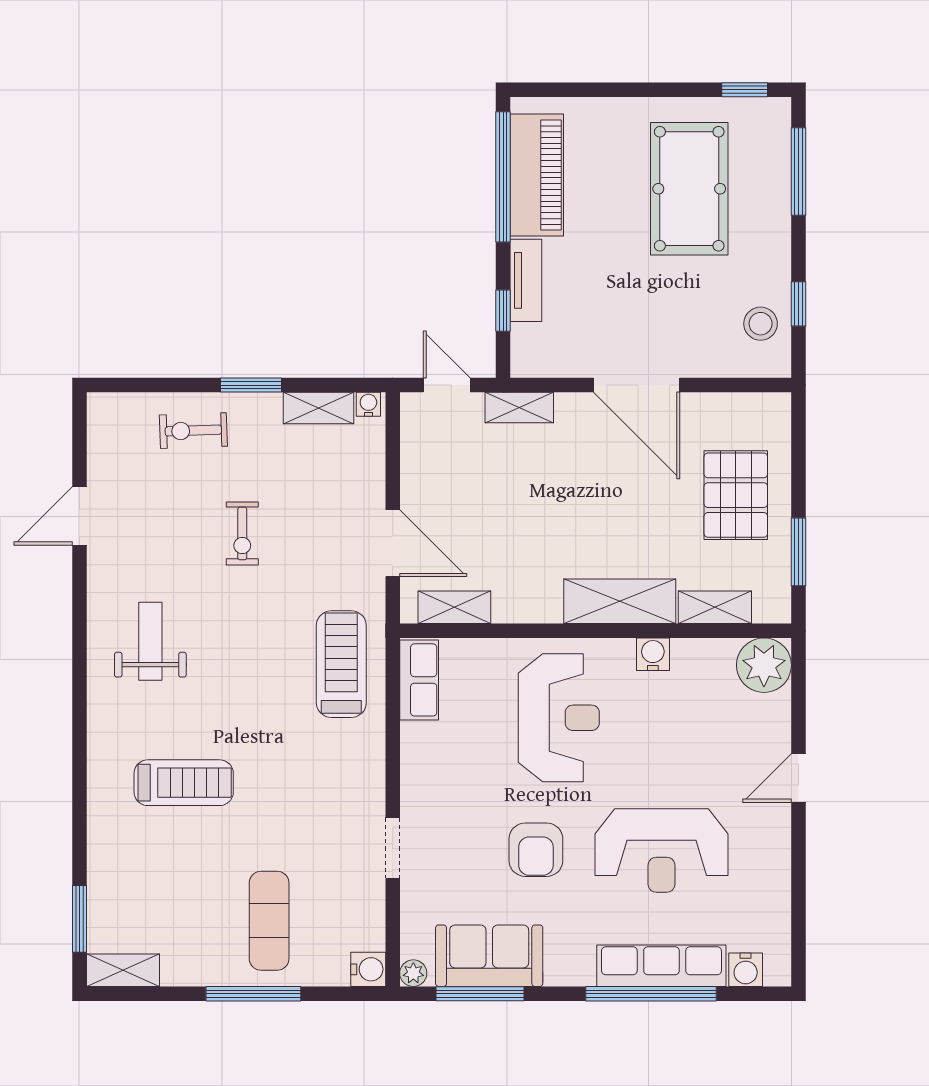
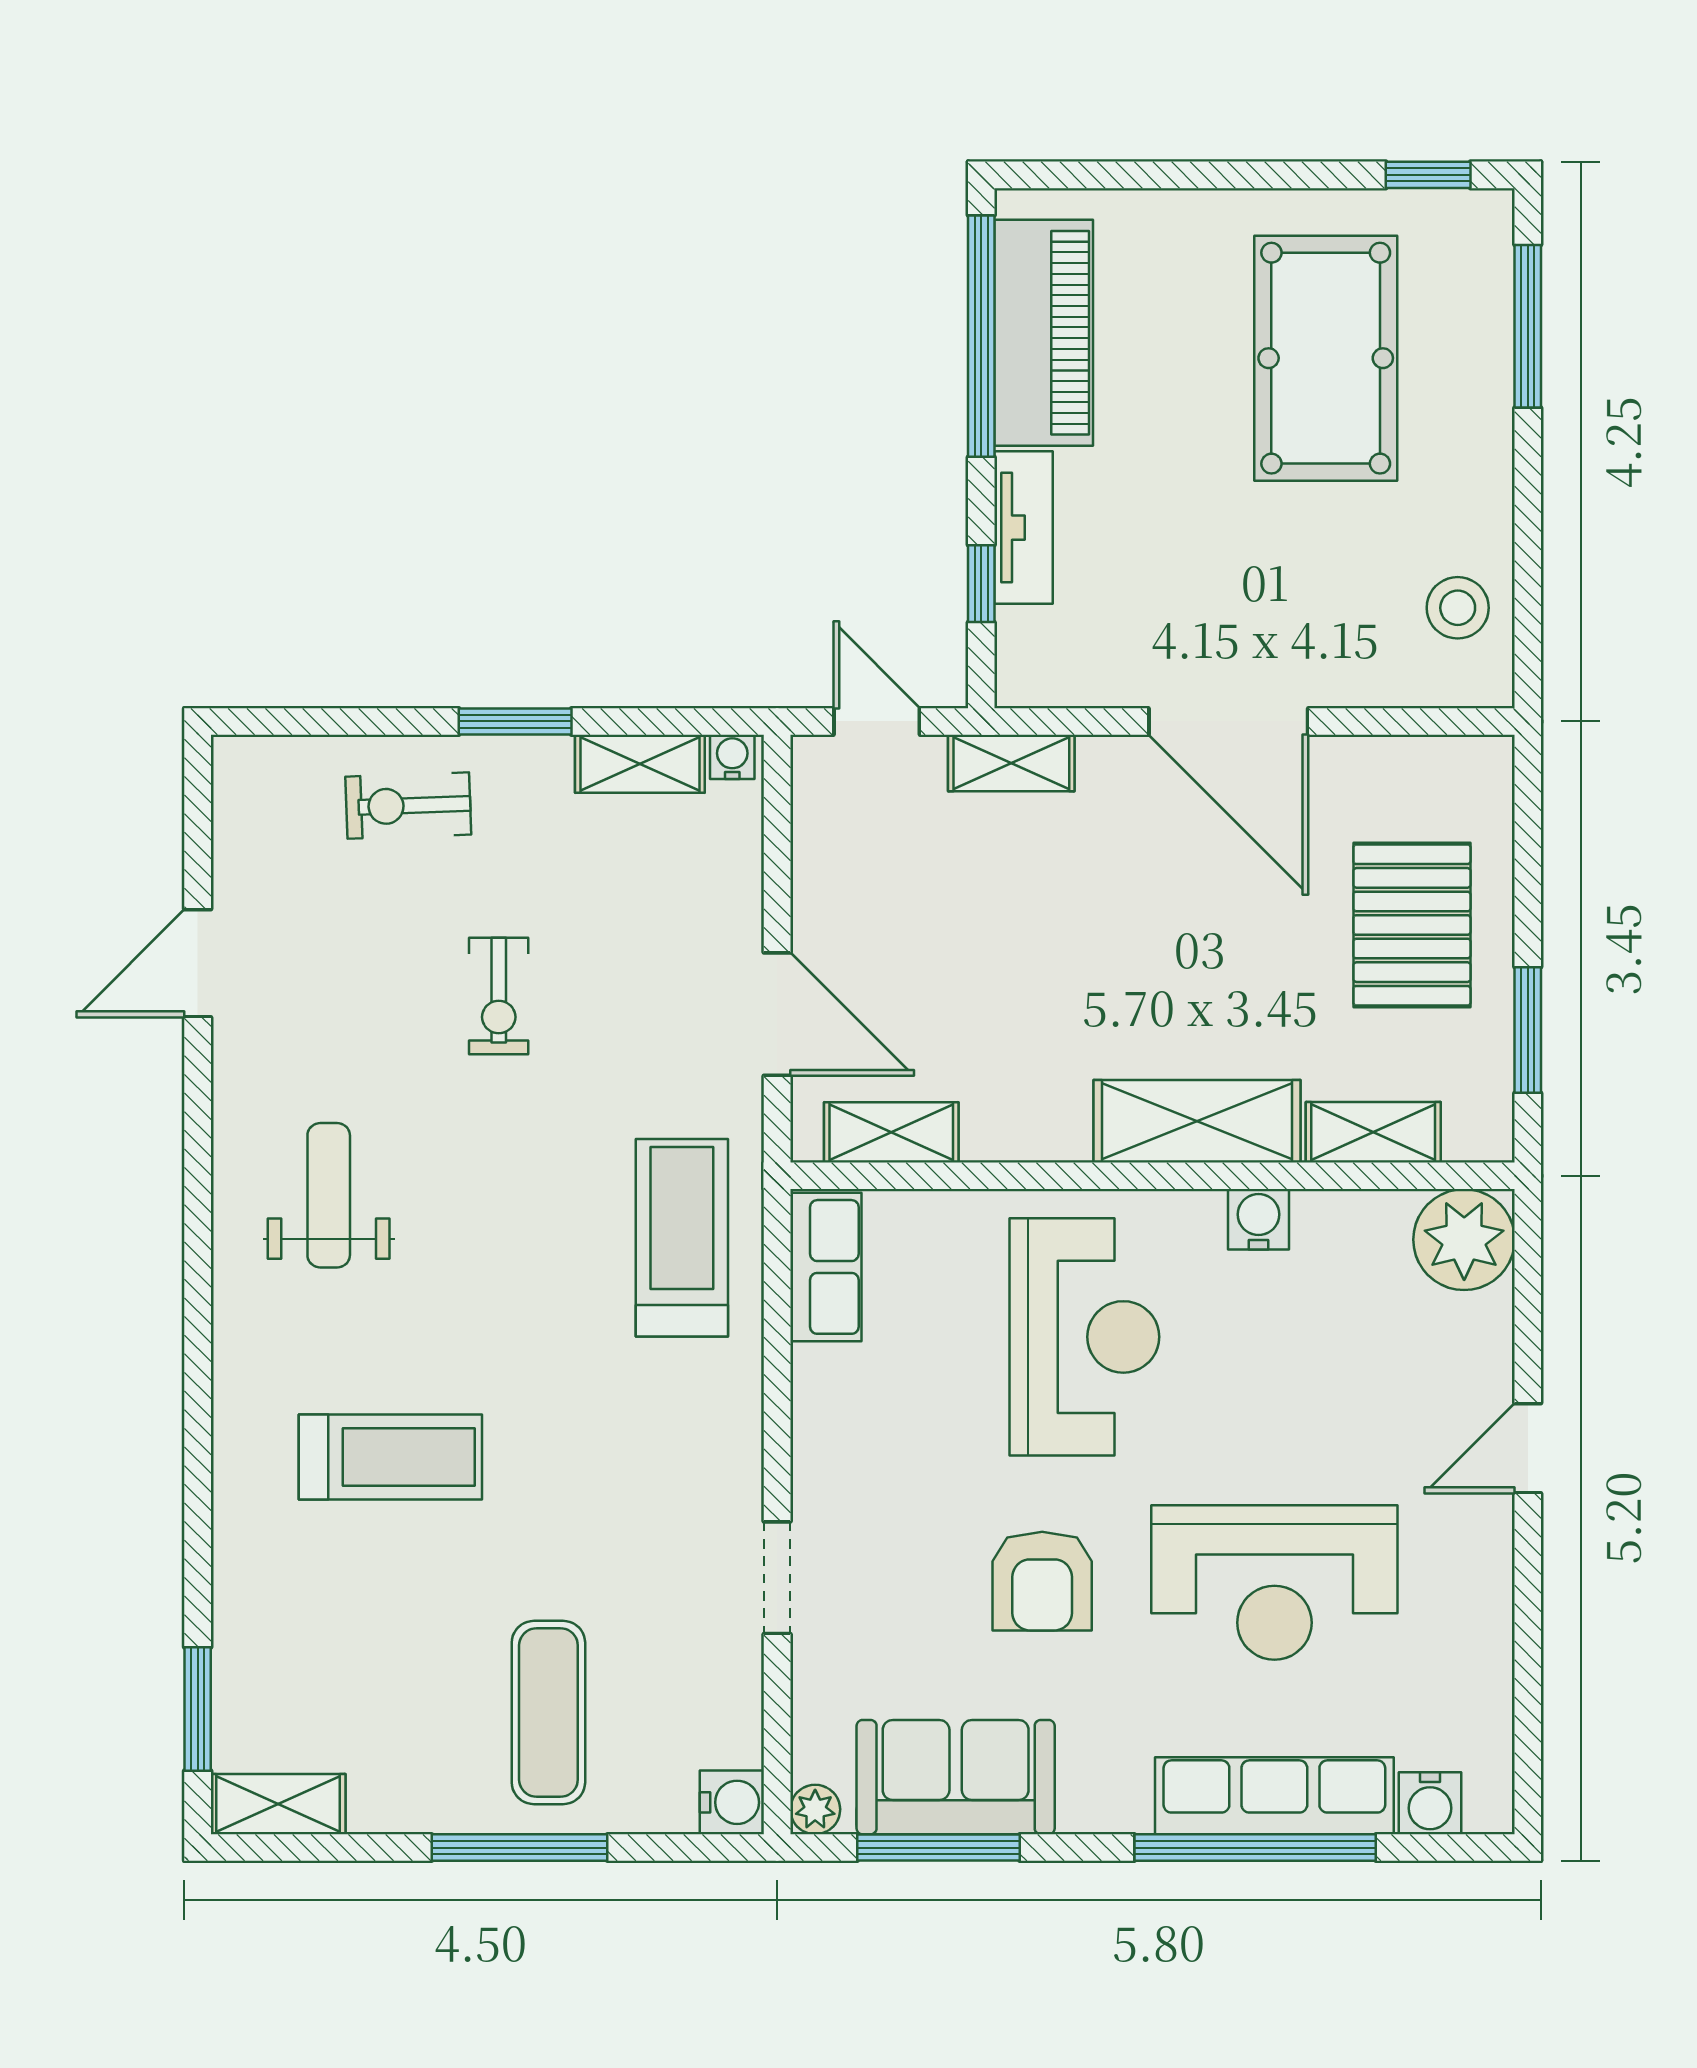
window: (798, 304) -> (1528, 571), removed

